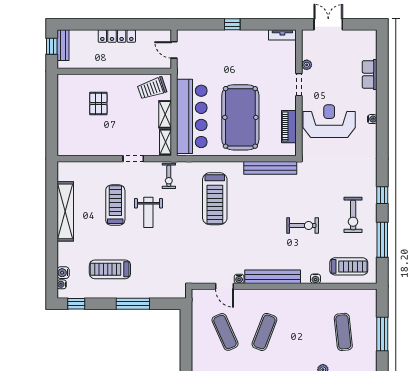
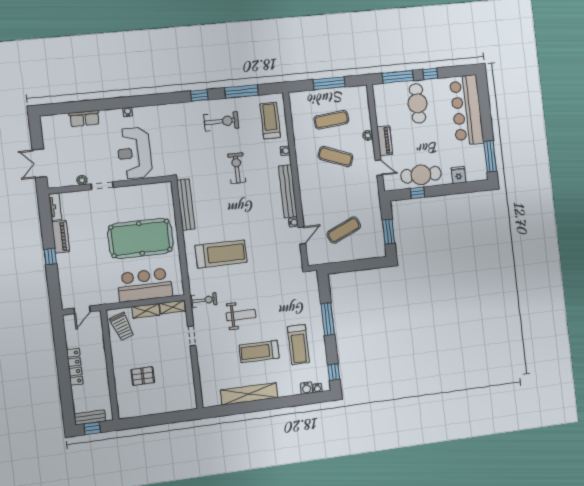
bar counter: (192, 116) -> (145, 285), width x0.73
piano: (289, 127) -> (61, 237), moved, turned -90
treadmill: (115, 205) -> (259, 352), moved
exercise mat: (264, 332) -> (335, 157), moved

